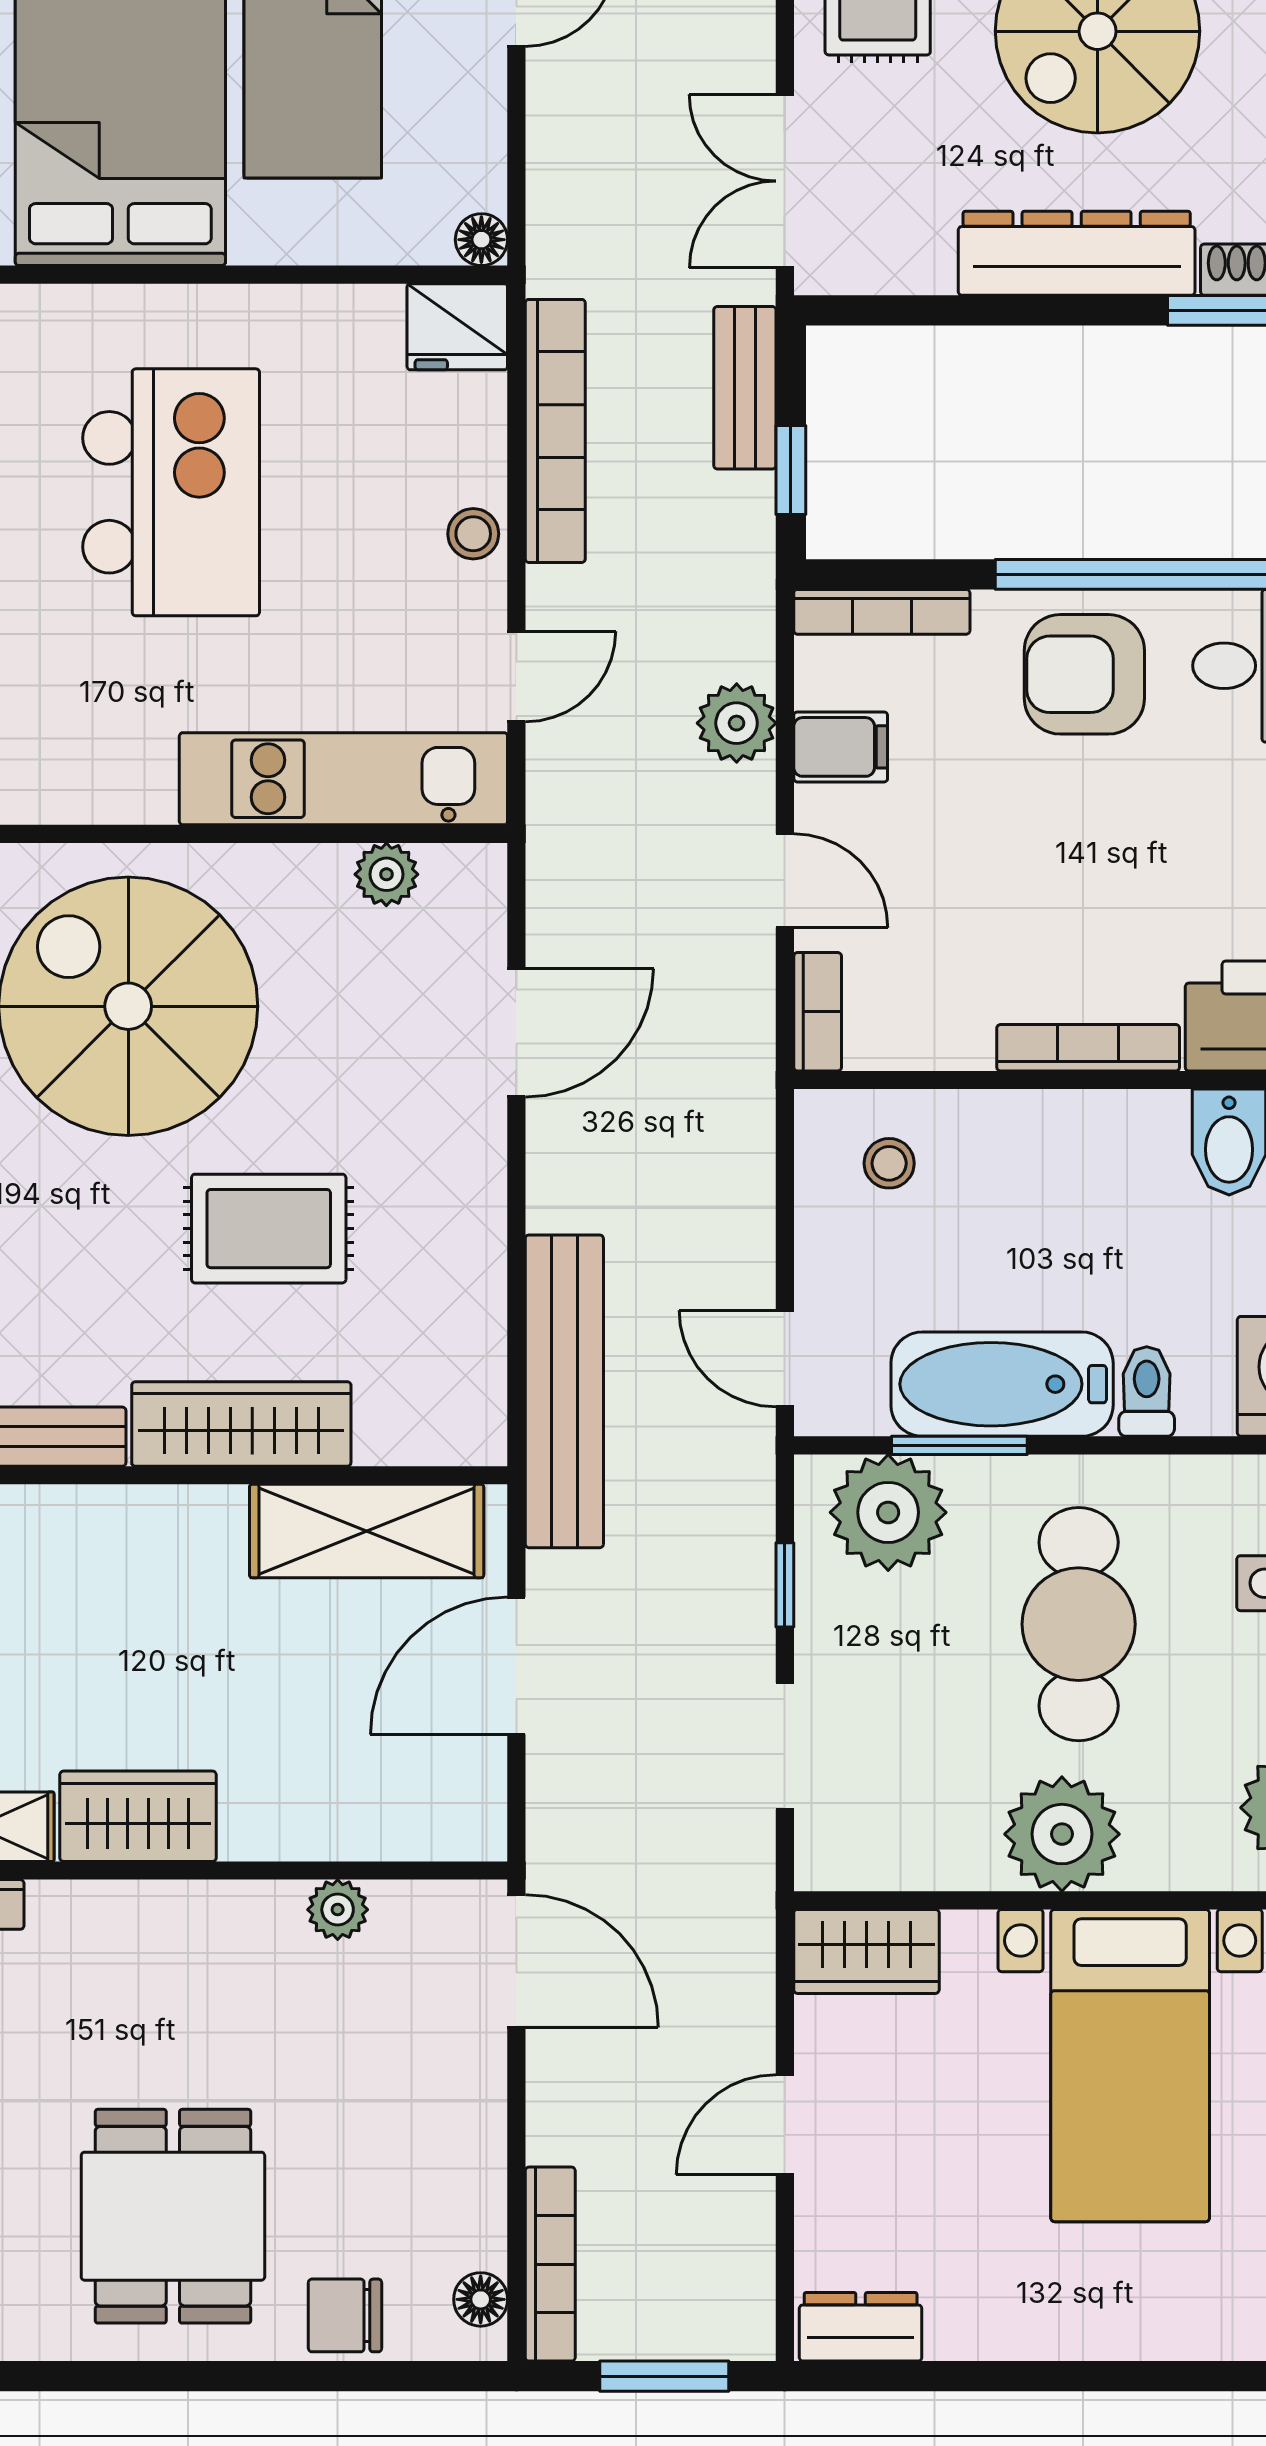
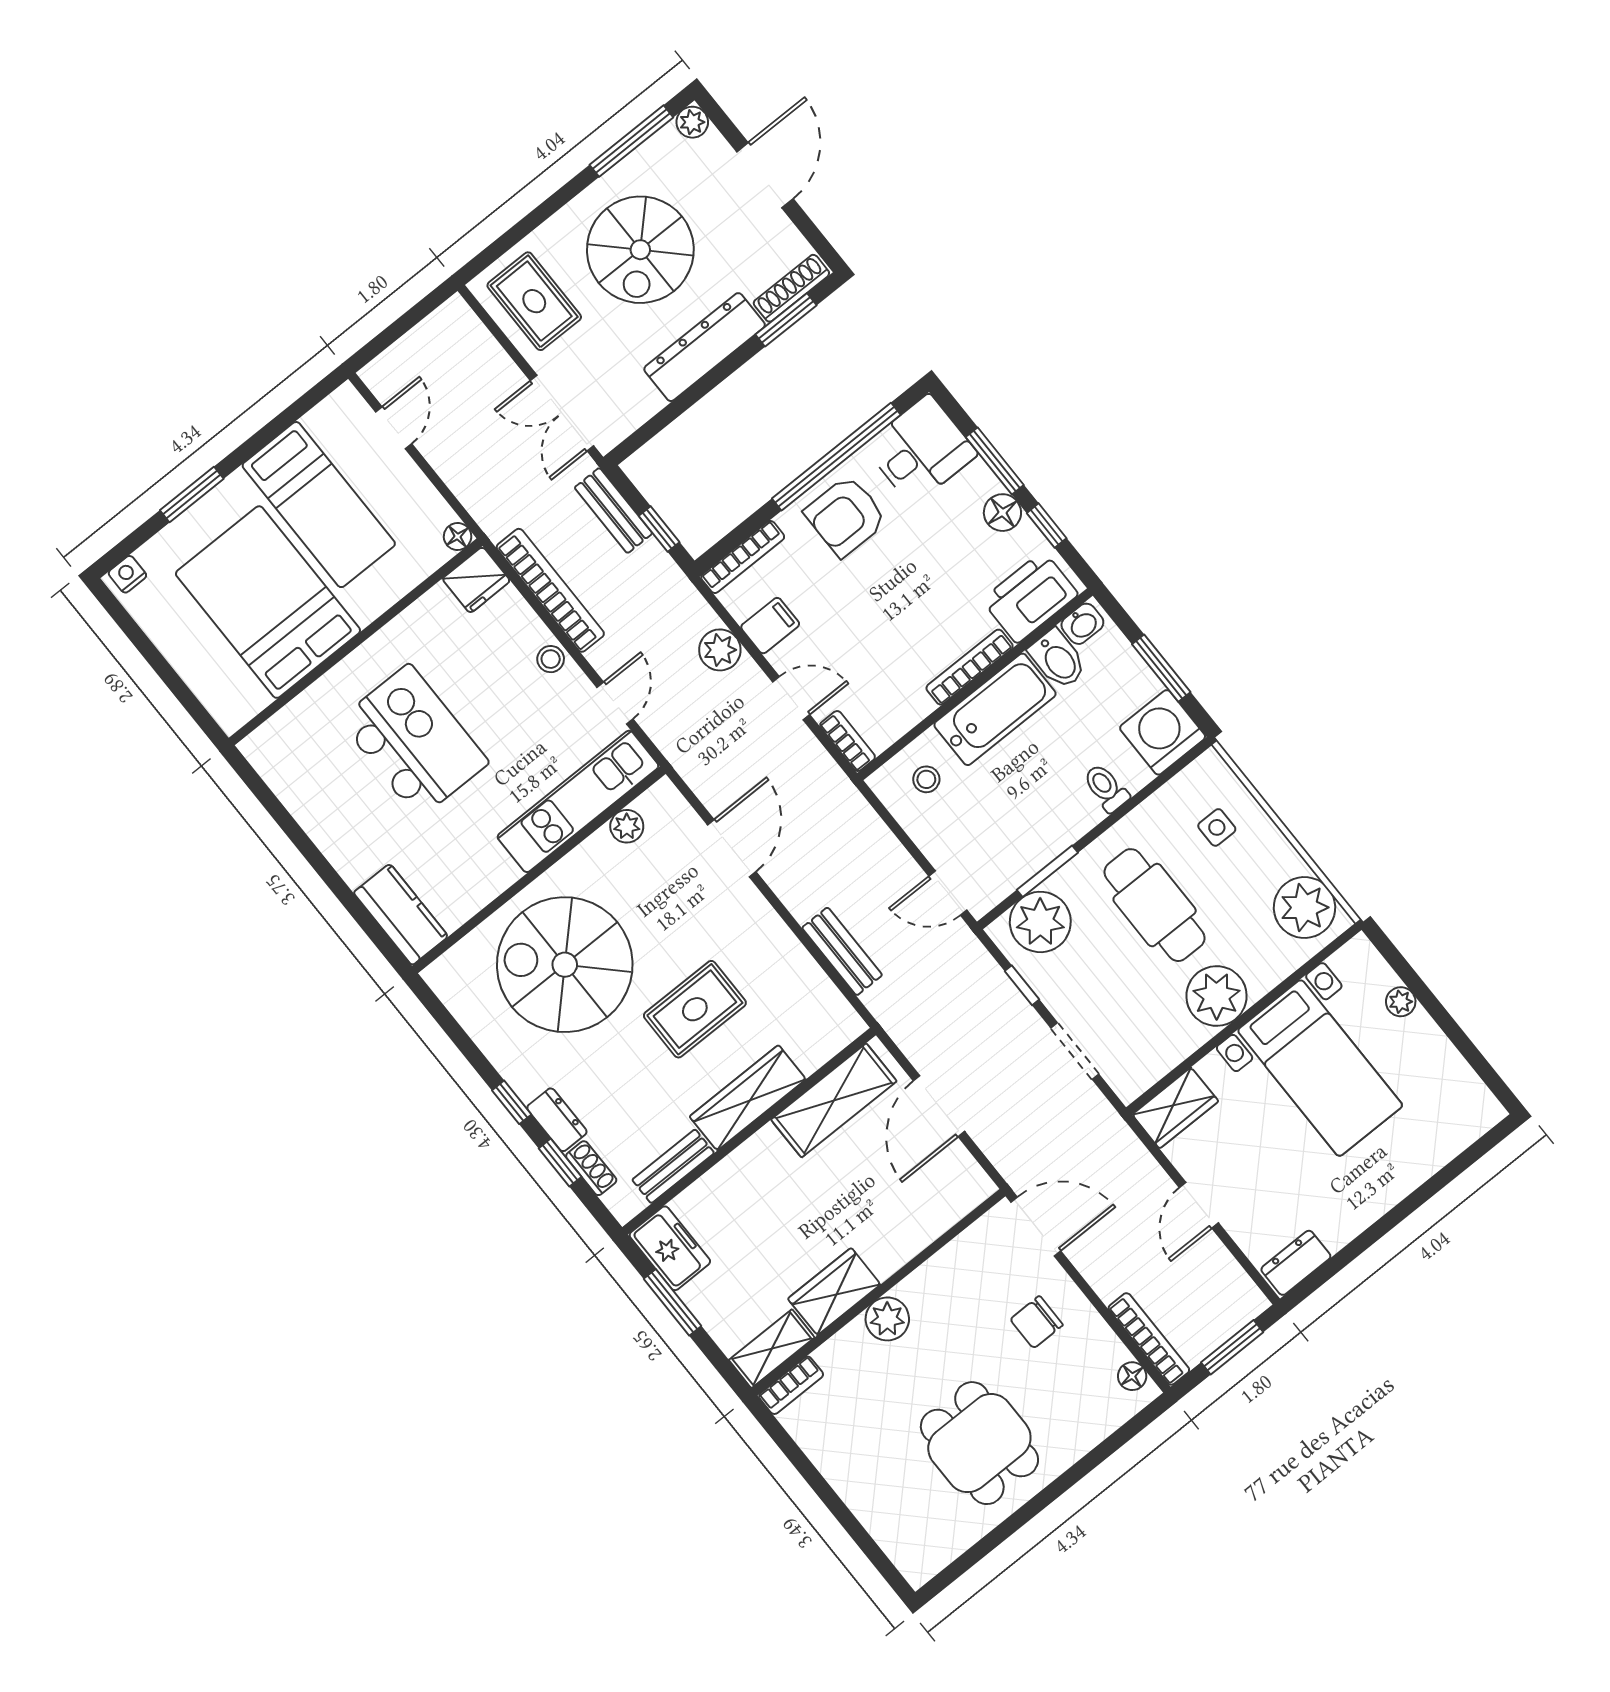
bathtub: (1002, 1384) -> (995, 709), moved, turned 180
bench: (564, 1391) -> (842, 951), width x0.54, depth x0.82
plant: (338, 1910) -> (887, 1319), moved, width x1.38, depth x1.38
chair: (345, 2315) -> (1036, 1322), moved

